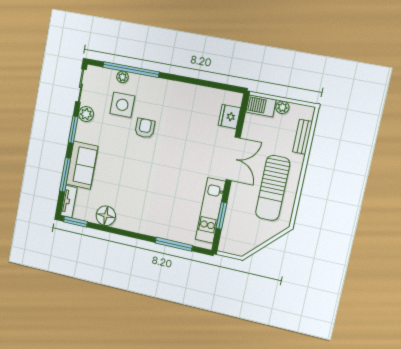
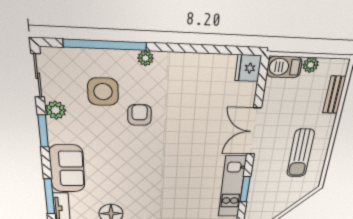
plant: (123, 77) -> (145, 58), moved
fridge: (229, 117) -> (248, 68), moved
double door: (233, 159) -> (254, 131), swing flipped
window: (65, 175) -> (49, 196), moved
sun lounger: (273, 188) -> (300, 153), width x0.73, depth x0.75

